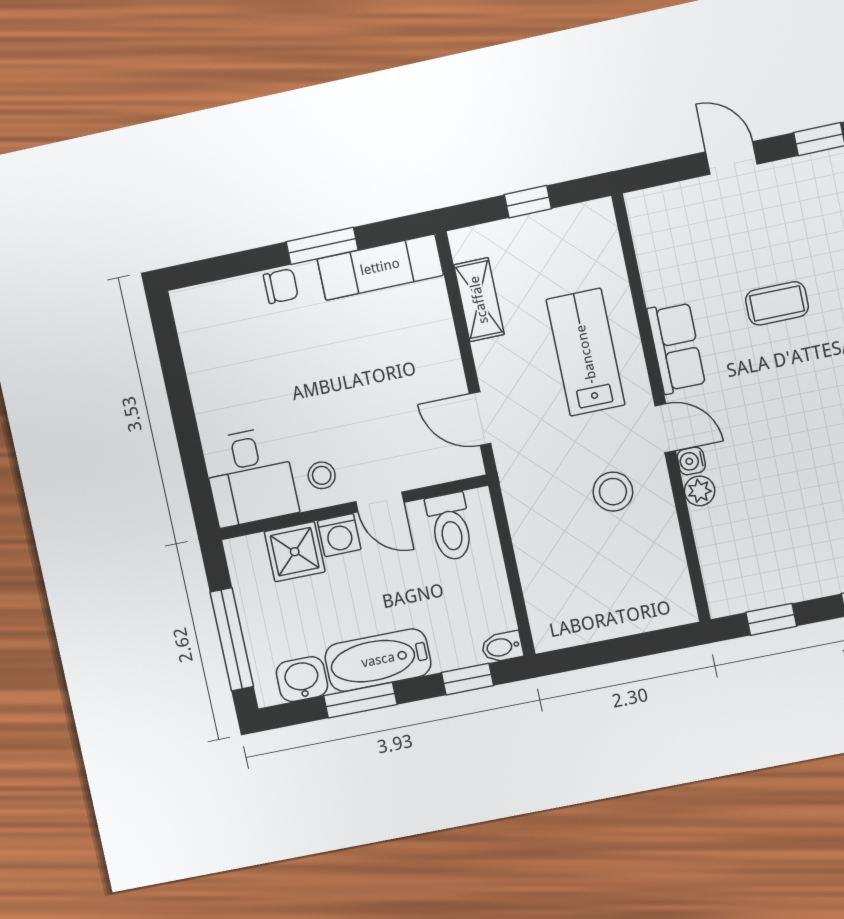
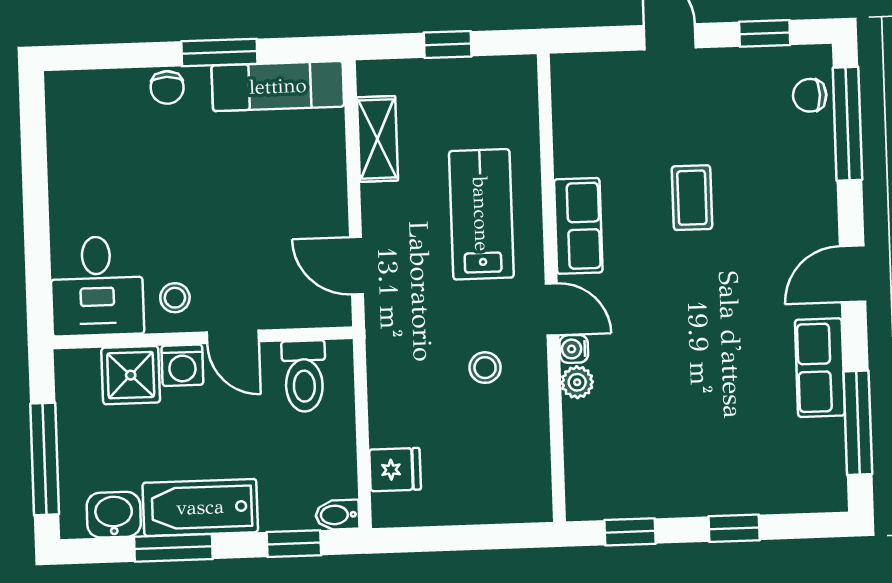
chair: (281, 286) -> (167, 87), turned 90
coffee table: (777, 303) -> (692, 198), turned 90
stool: (613, 492) -> (485, 368), width x0.73, depth x0.73
fridge: (547, 598) -> (395, 470), added

